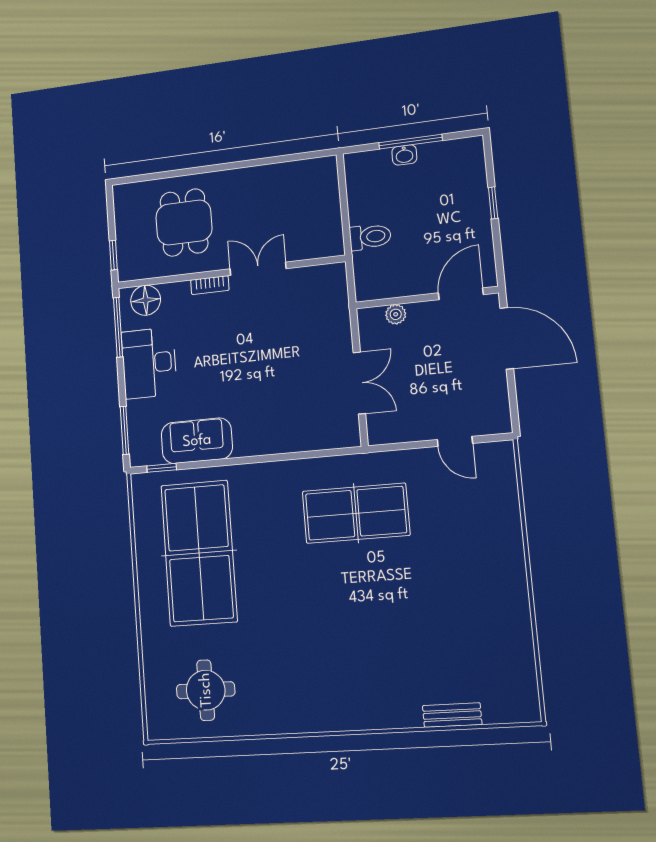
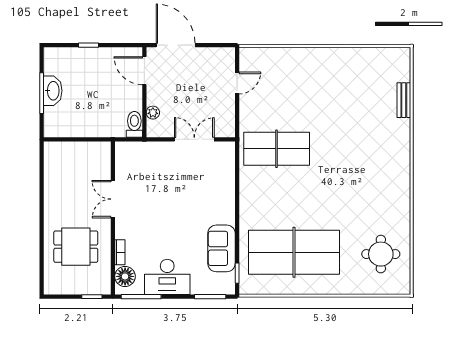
washbasin: (404, 155) -> (53, 91), width x1.91, depth x1.45
toilet: (370, 237) -> (134, 124), moved
bookcase: (210, 285) -> (120, 252), moved
door: (507, 338) -> (176, 45), hinge flipped
table tennis table: (356, 513) -> (277, 149), turned 90

